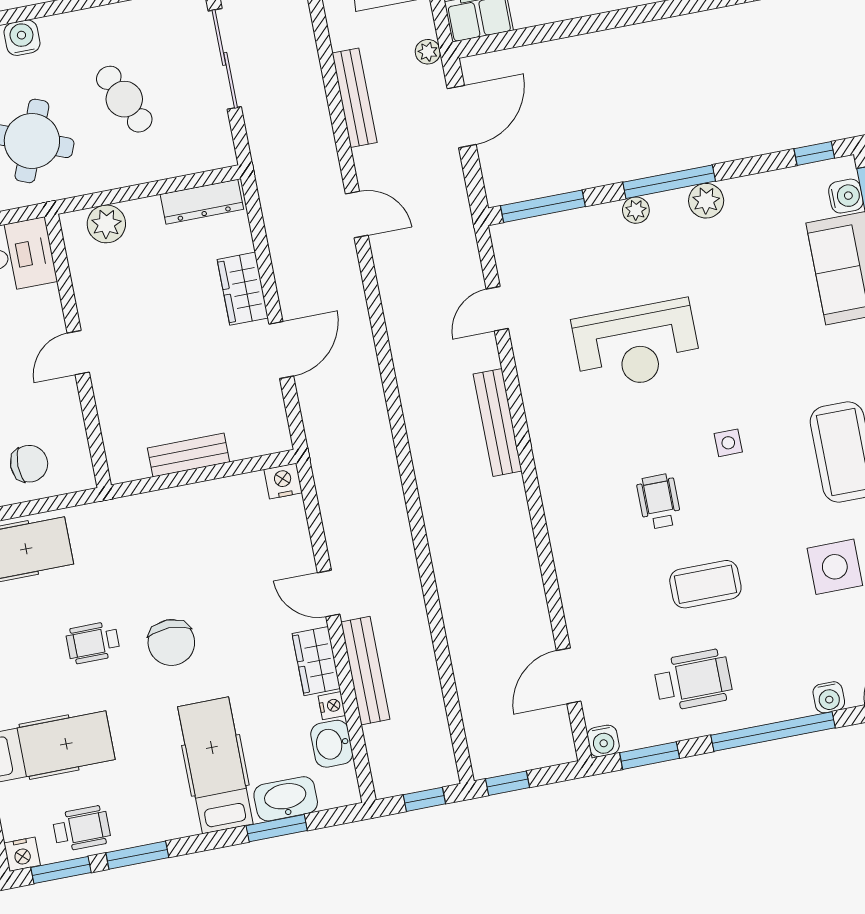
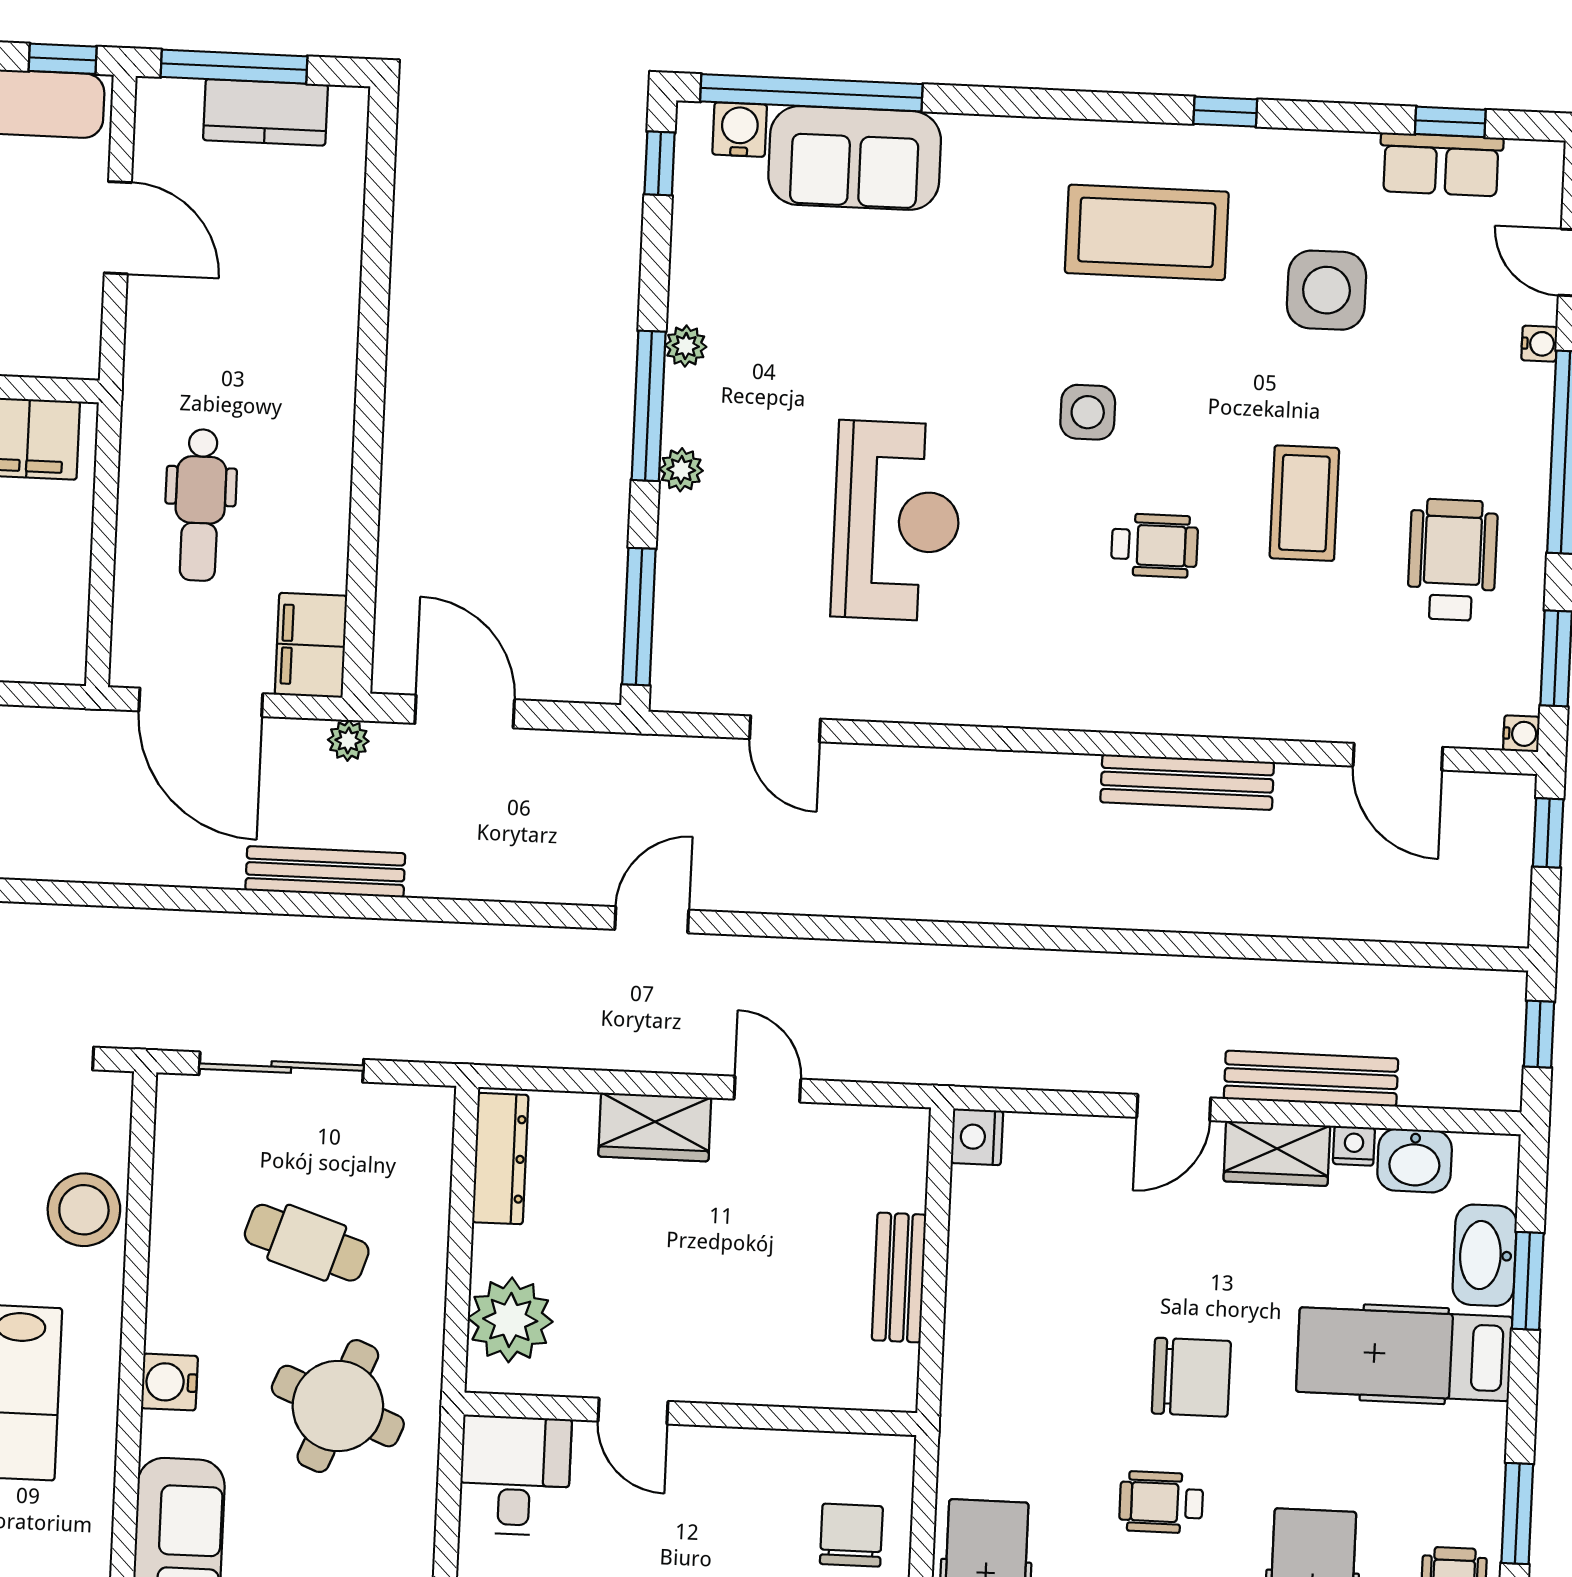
bench: (355, 98) -> (325, 872), moved
cafe table: (124, 99) -> (307, 1243), turned 43
plant: (706, 201) -> (686, 346), width x0.73, depth x0.73
door: (357, 215) -> (652, 920), moved
plant: (106, 224) -> (510, 1320), width x1.36, depth x1.36
door: (281, 350) -> (767, 1089), width x0.73
door: (78, 353) -> (633, 1411), moved
bench: (498, 423) -> (1187, 782), moved
side table: (728, 443) -> (1088, 412), width x1.37, depth x1.37
wheelchair: (659, 501) -> (1155, 545), turned 180
wheelchair: (93, 643) -> (1161, 1502), turned 90
water cooler: (829, 697) -> (1539, 344), width x0.72, depth x0.72
water cooler: (603, 741) -> (1521, 734), width x0.72, depth x0.72
window: (508, 783) -> (1548, 833), moved

